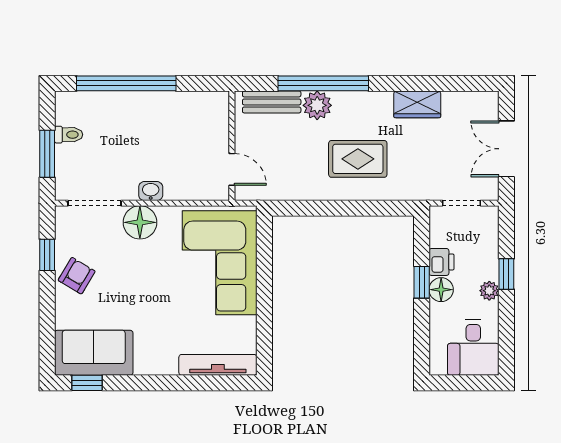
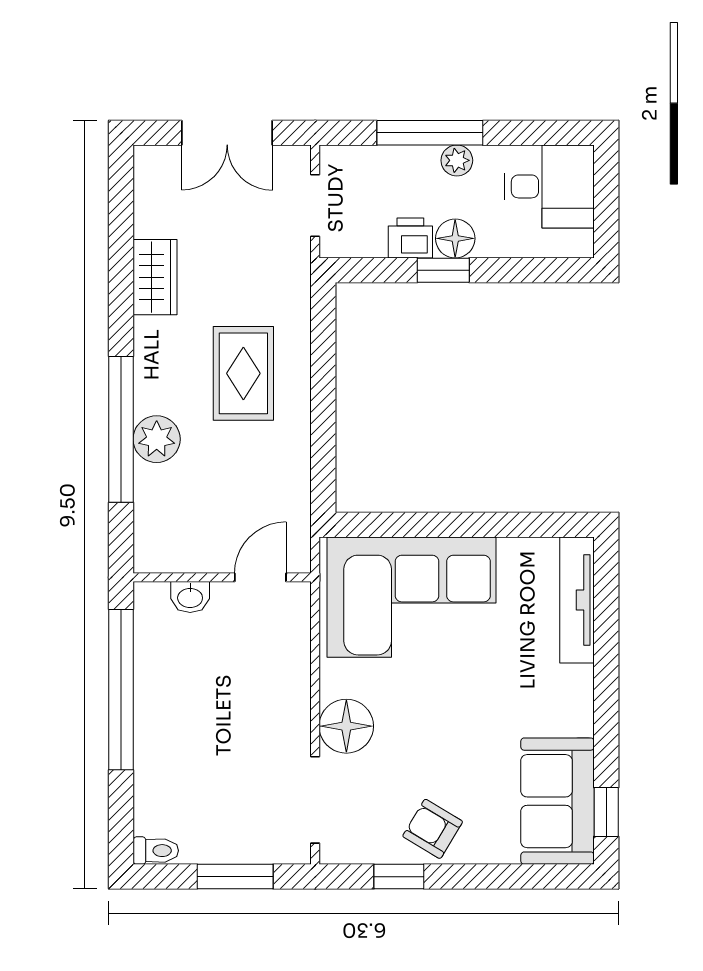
window: (126, 83) -> (121, 690), moved
bench: (272, 102) -> (151, 513), removed
toilet: (69, 135) -> (156, 851), moved, turned 90
washbasin: (151, 191) -> (190, 597), moved, turned -90
window: (506, 274) -> (430, 133), width x2.17

